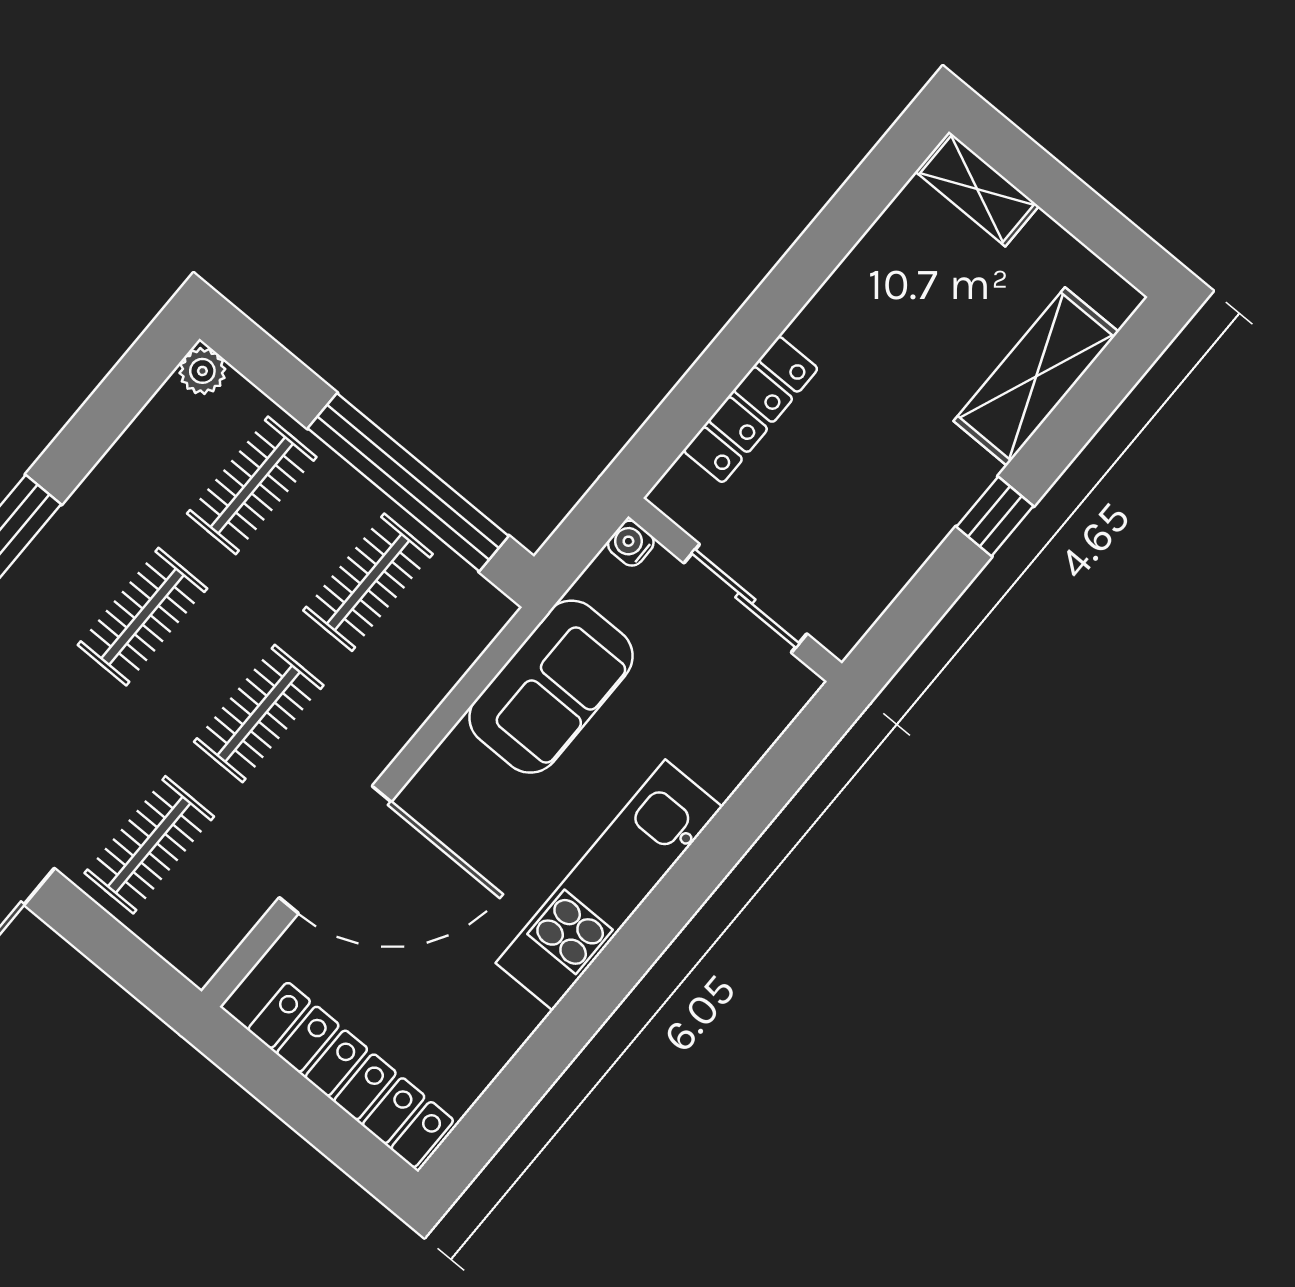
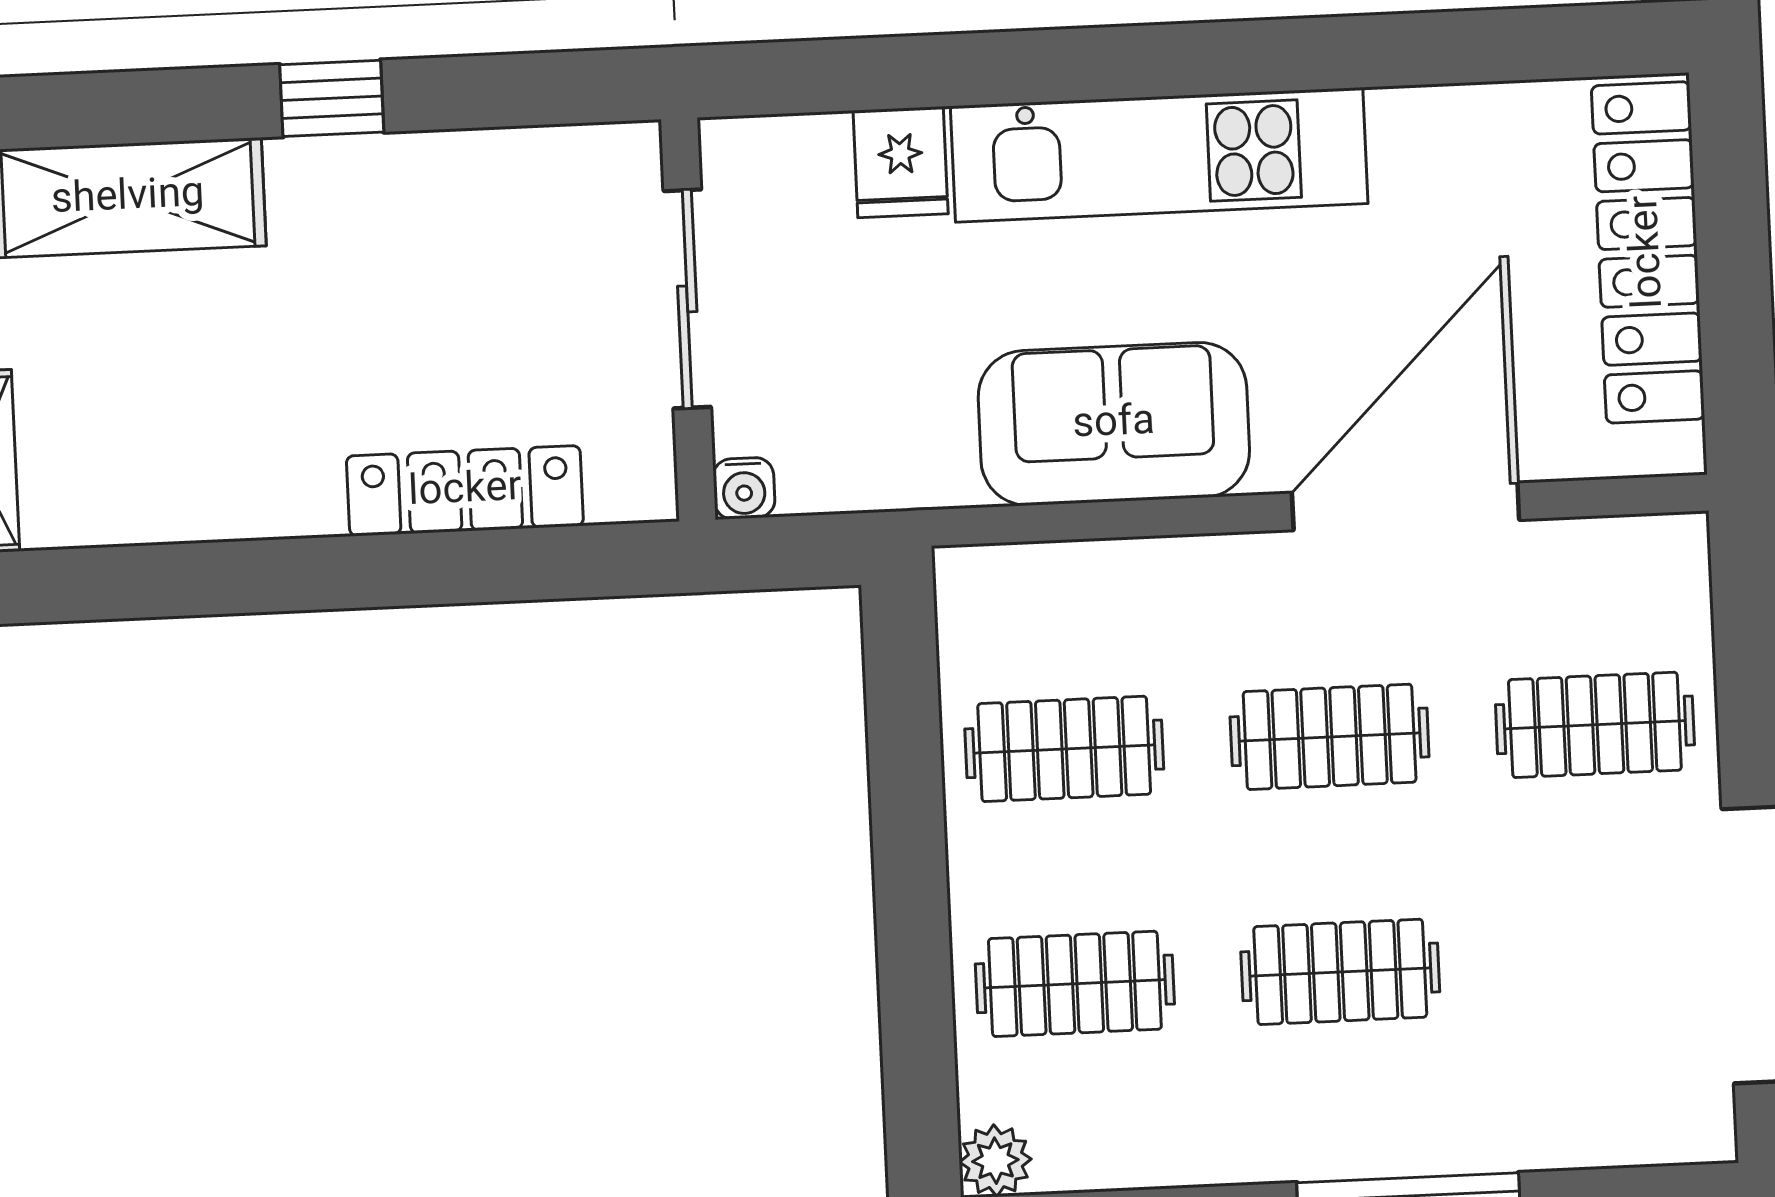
window: (408, 482) -> (907, 808), removed
sofa: (551, 687) -> (1114, 424), moved
fridge: (718, 759) -> (901, 162), added
door: (335, 850) -> (1406, 506), hinge flipped

